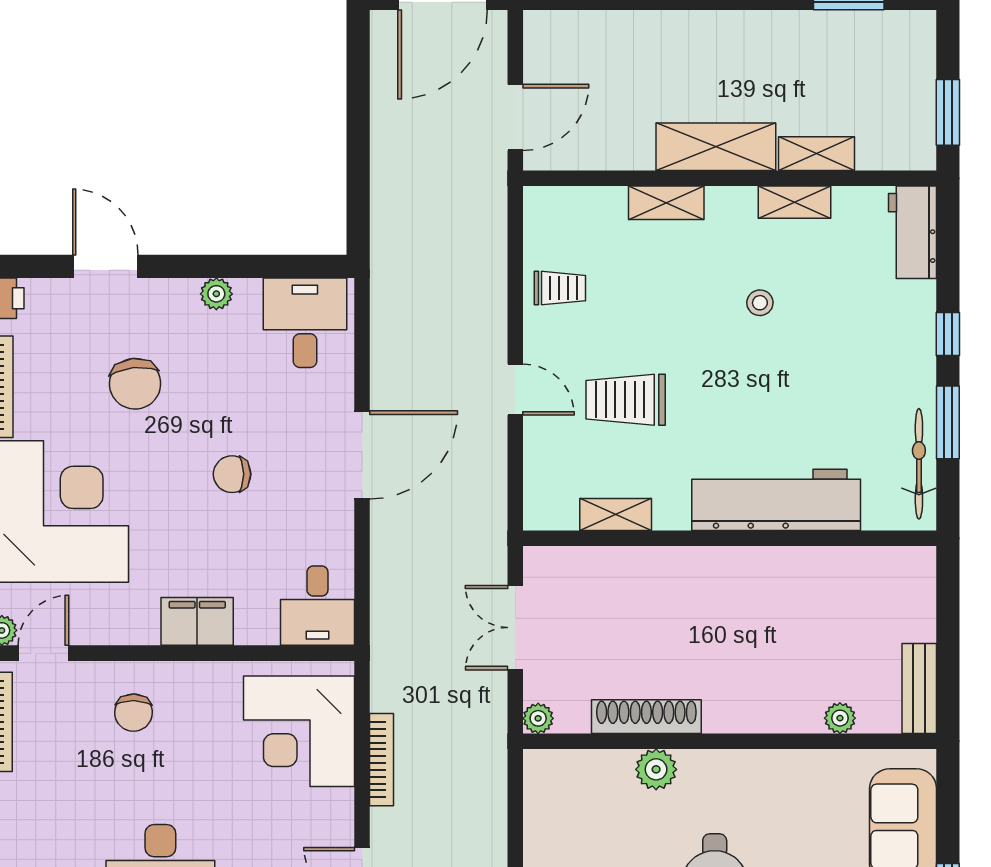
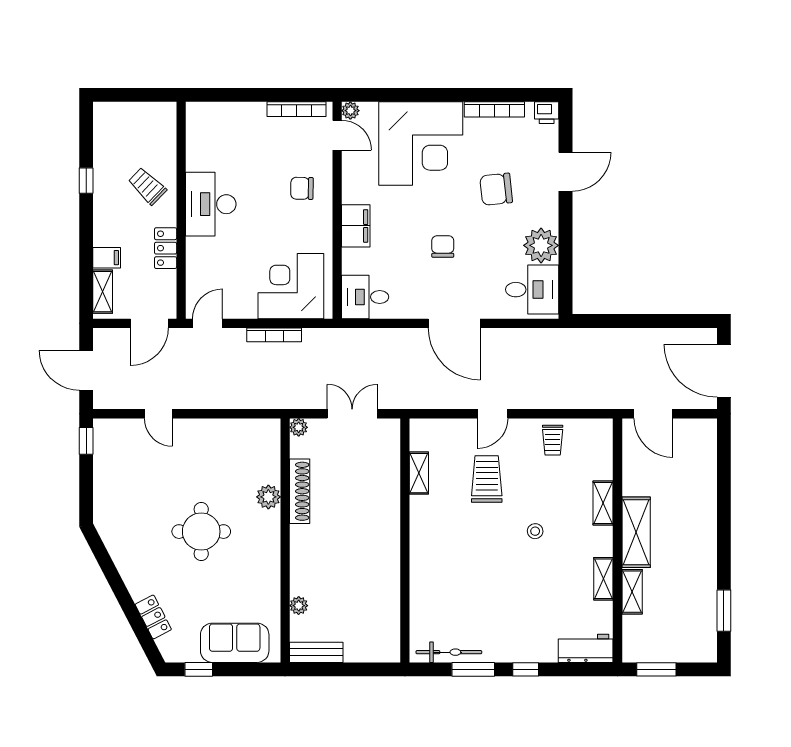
plant: (216, 294) -> (541, 245), width x1.87, depth x1.87
stool: (760, 303) -> (535, 531), moved
workbench: (776, 500) -> (428, 568), removed

